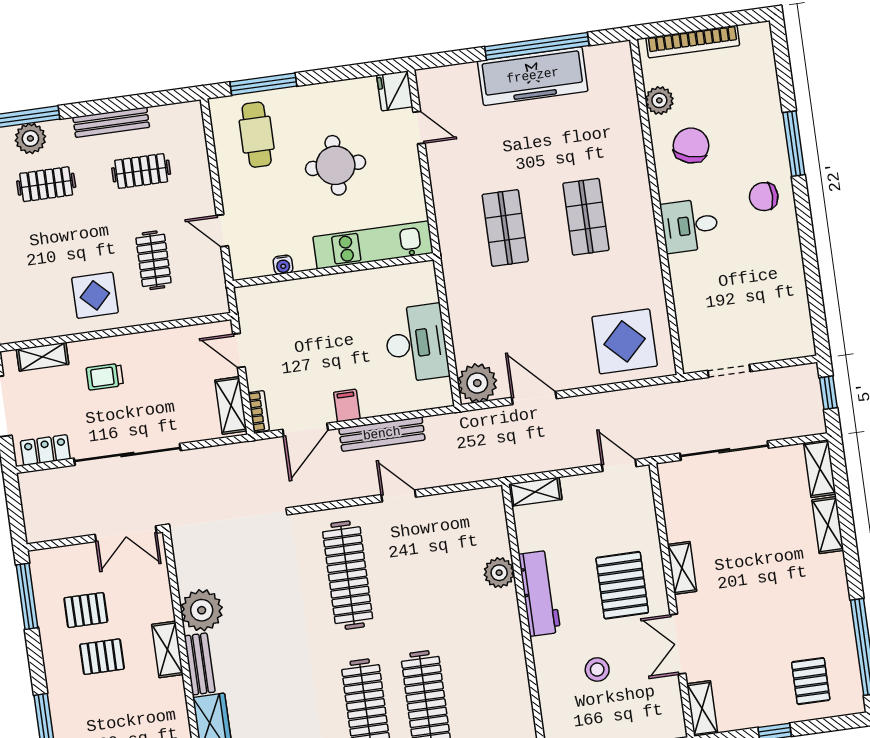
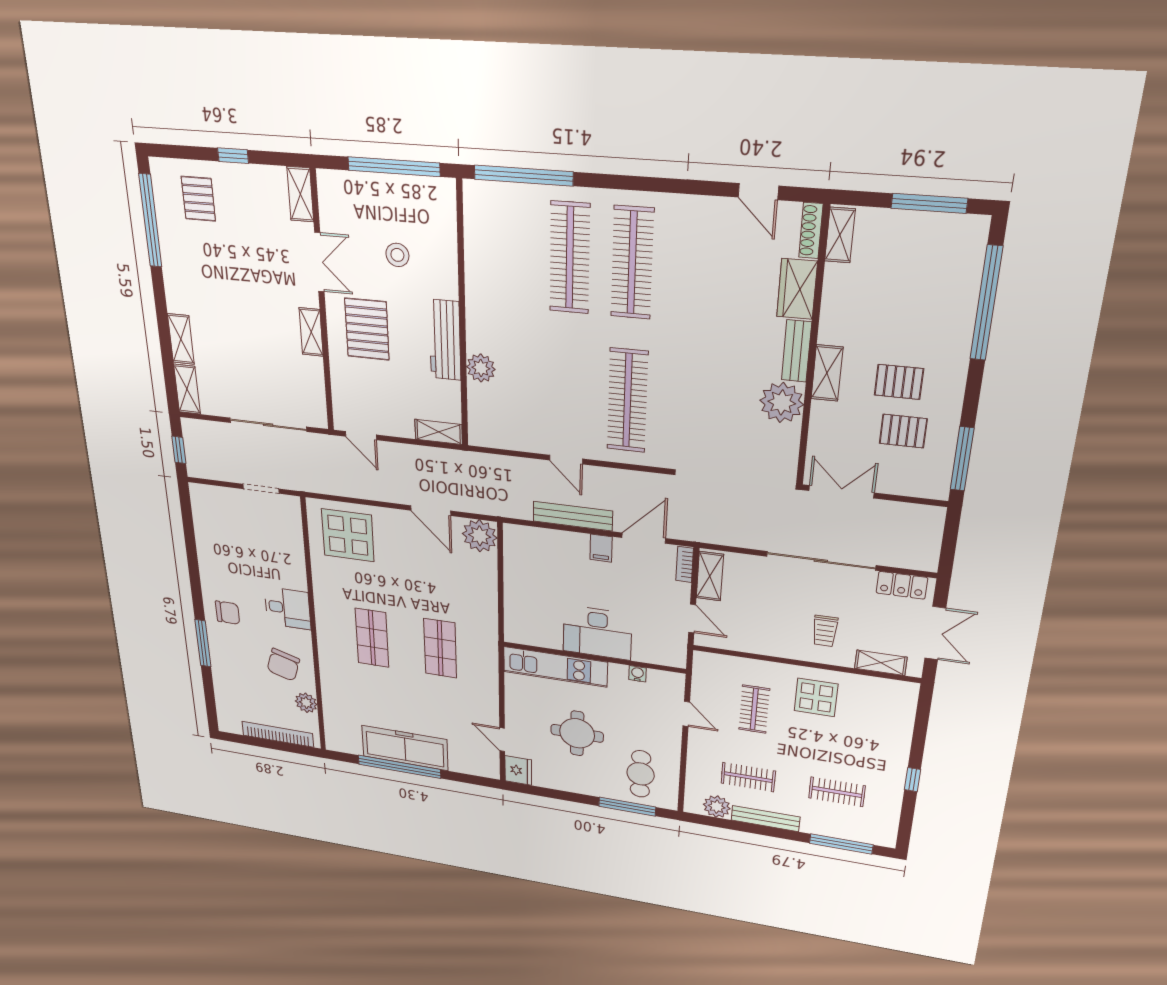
plant: (30, 138) -> (717, 807), moved
desk: (416, 343) -> (597, 633), moved, turned -90
trolley: (105, 377) -> (825, 631), turned 90

